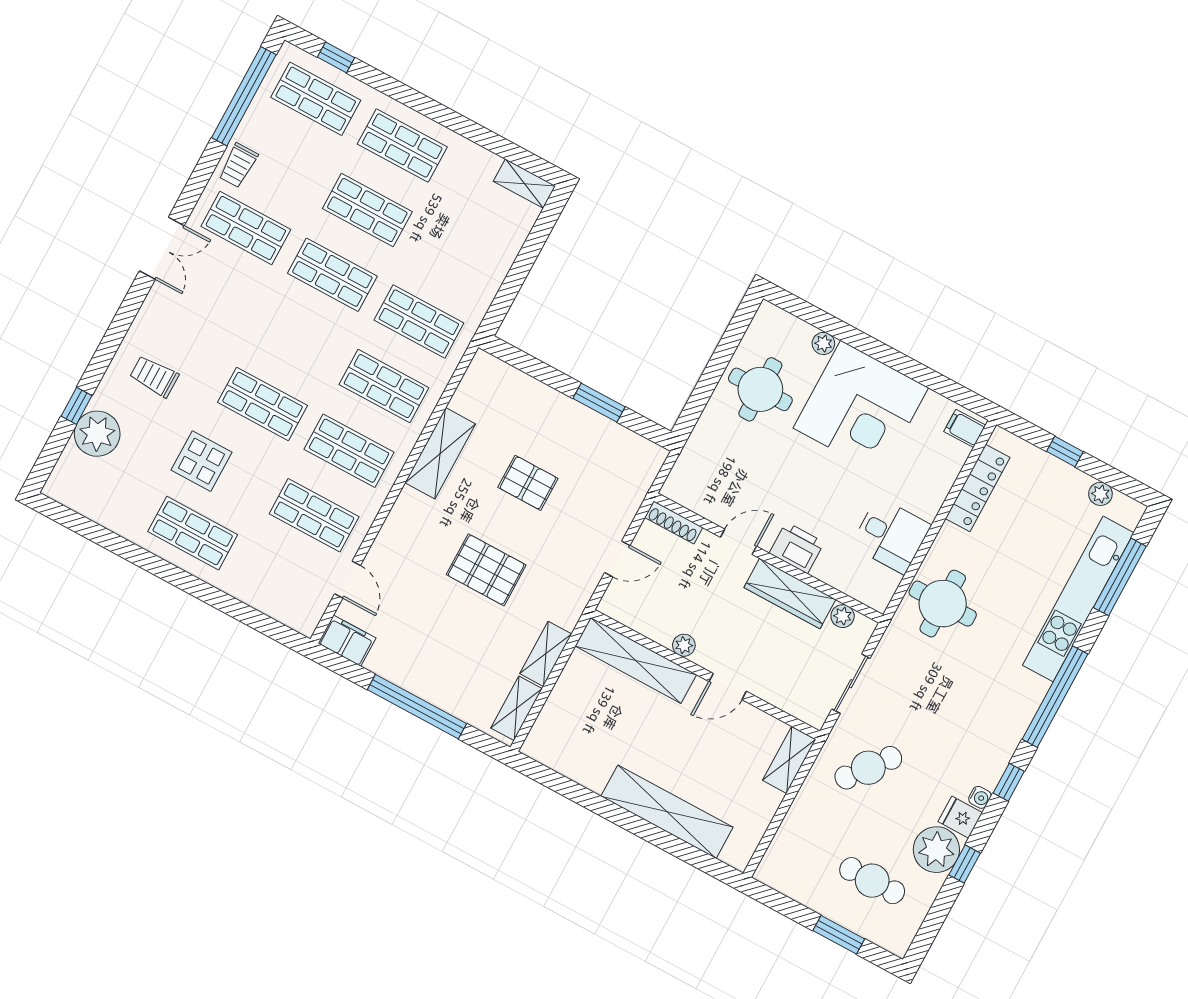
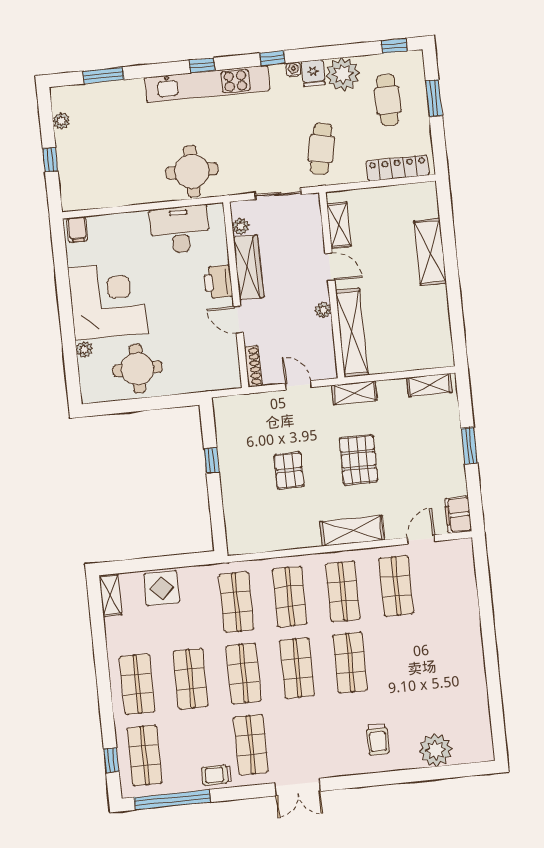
trolley: (238, 165) -> (216, 775), turned 180
double door: (162, 248) -> (298, 787), swing flipped
window: (599, 403) -> (212, 460), width x0.67
window: (77, 406) -> (427, 774), removed
shelving: (440, 453) -> (352, 531), moved
display table: (202, 461) -> (162, 588), moved
locker: (978, 488) -> (398, 168), moved
shop shelf: (193, 533) -> (297, 668), moved
desk: (891, 535) -> (180, 229), width x1.37
window: (1120, 577) -> (103, 75), width x0.69
kitchen unit: (1078, 599) -> (207, 84), moved
shelving: (546, 654) -> (354, 393), moved
window: (1055, 697) -> (202, 65), width x0.32
window: (417, 707) -> (469, 446), width x0.47
shelving: (789, 760) -> (339, 225), moved, turned 90
cafe table: (868, 768) -> (321, 149), turned 63
shelving: (667, 812) -> (430, 252), width x0.68
window: (965, 864) -> (394, 46), moved

